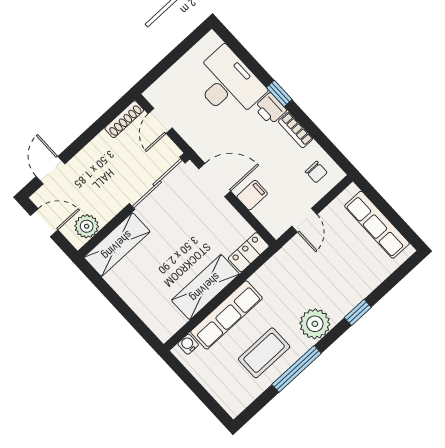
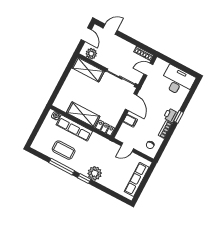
desk: (228, 84) -> (178, 81), moved, turned -90
window: (358, 312) -> (84, 179), moved
plant: (315, 324) -> (95, 173), moved

